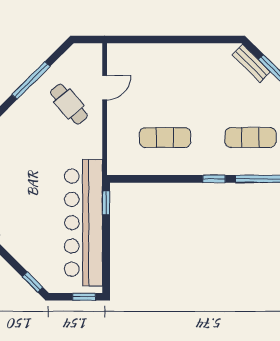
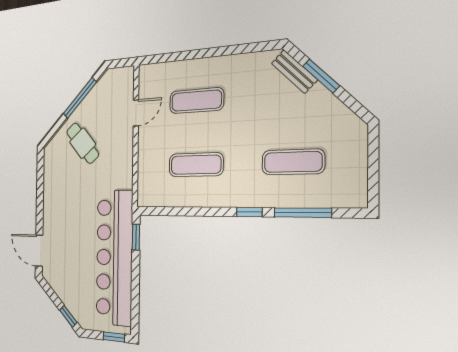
window: (31, 80) -> (80, 98), moved
exercise mat: (165, 81) -> (196, 101), added
cafe table: (69, 104) -> (83, 143), moved

